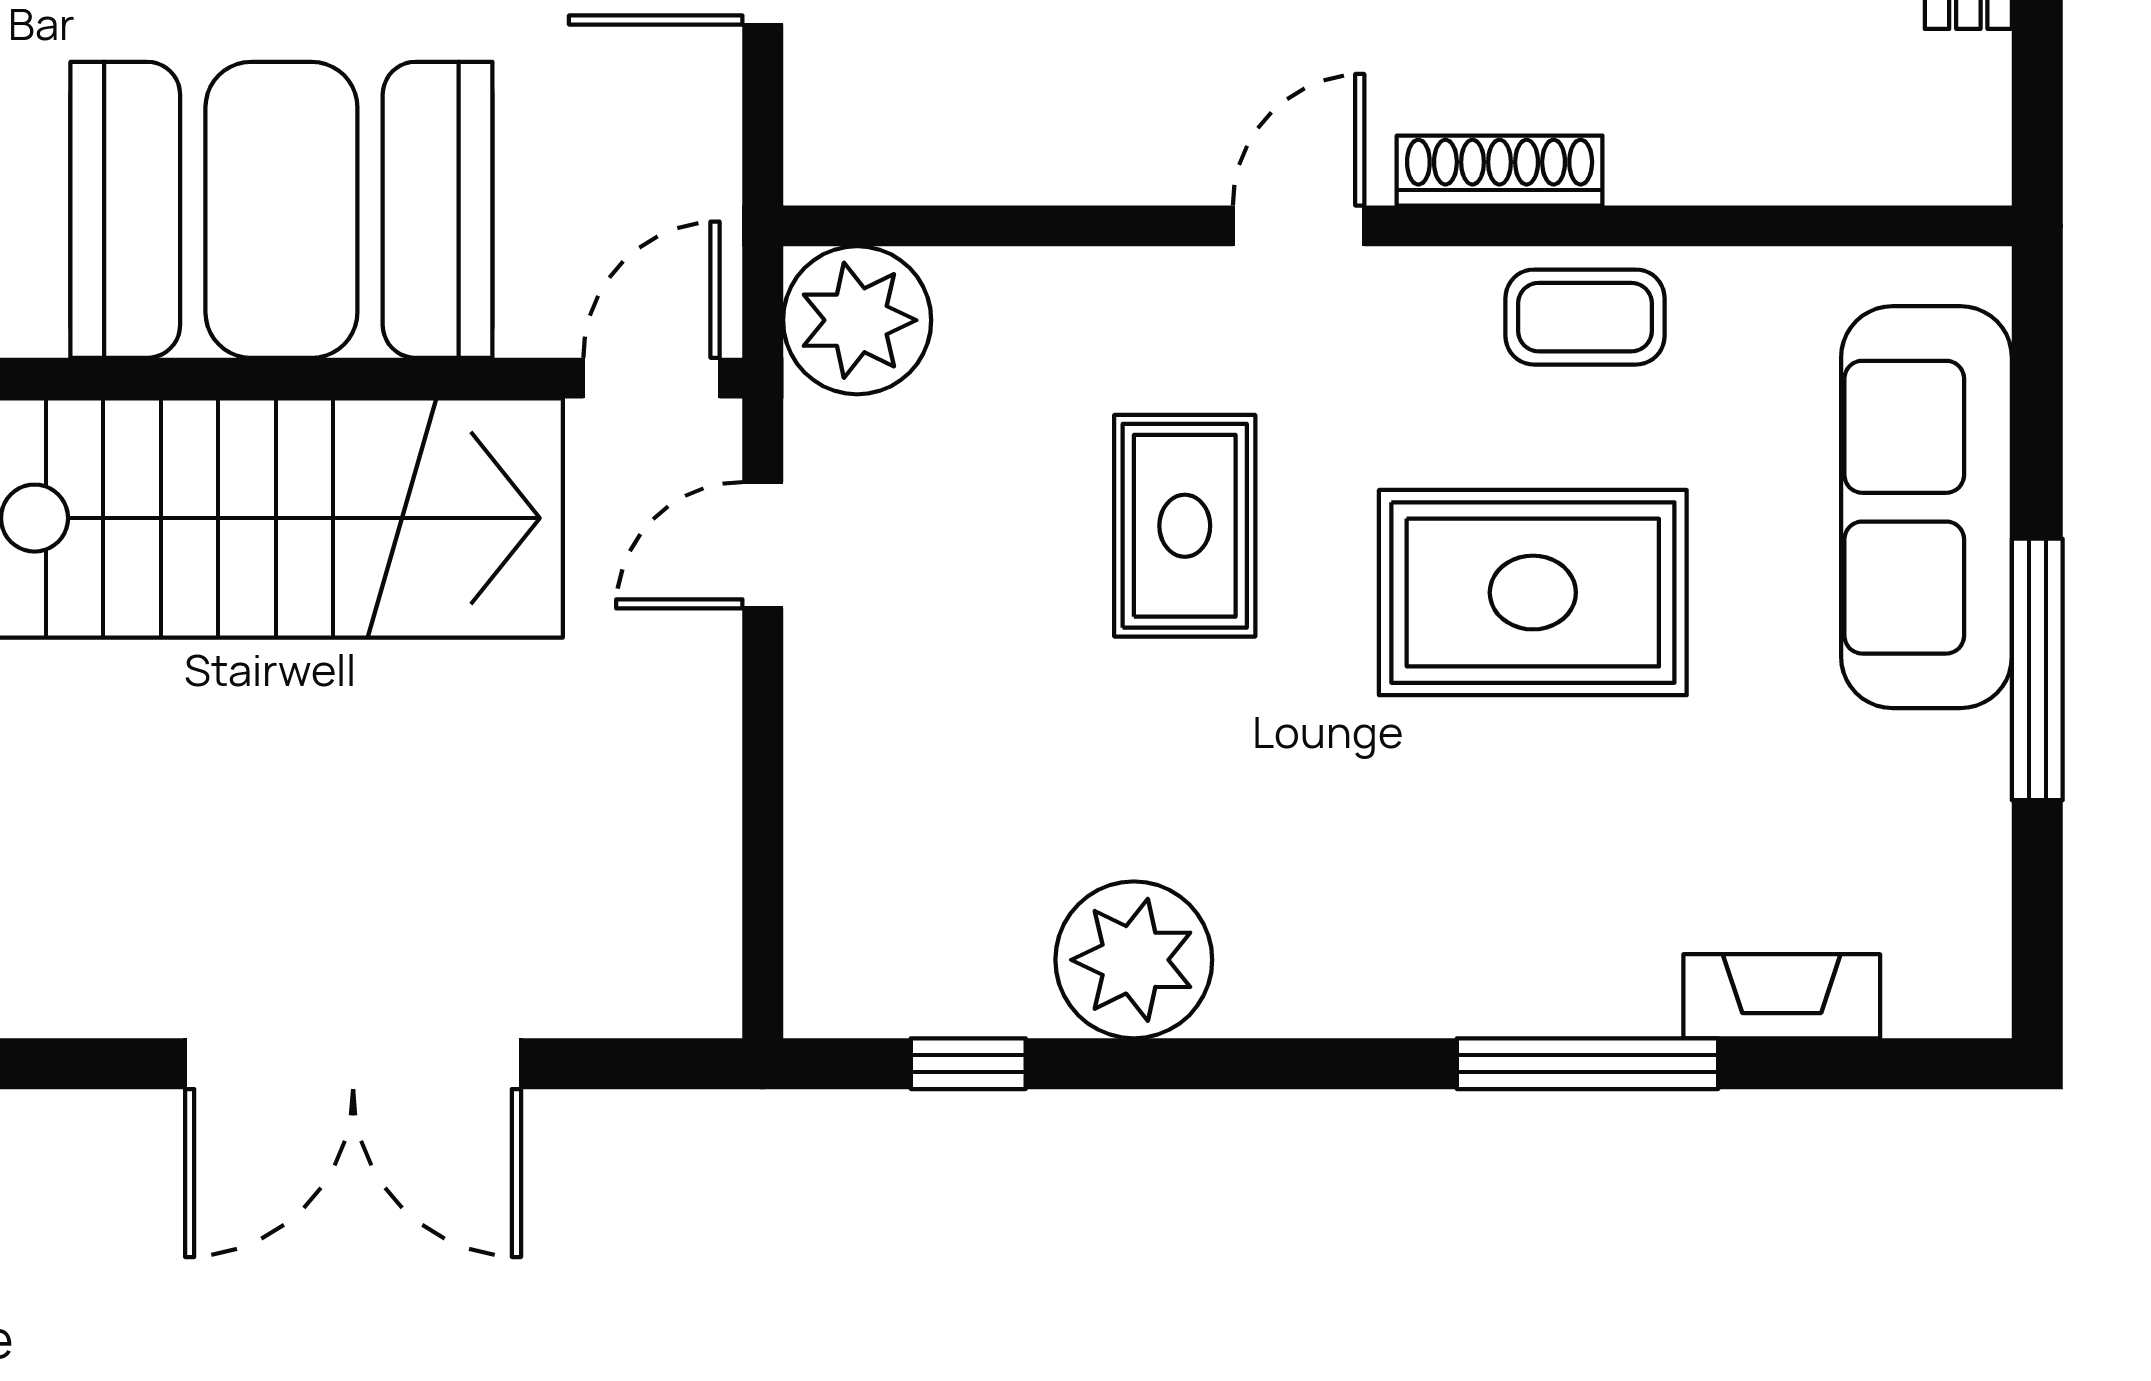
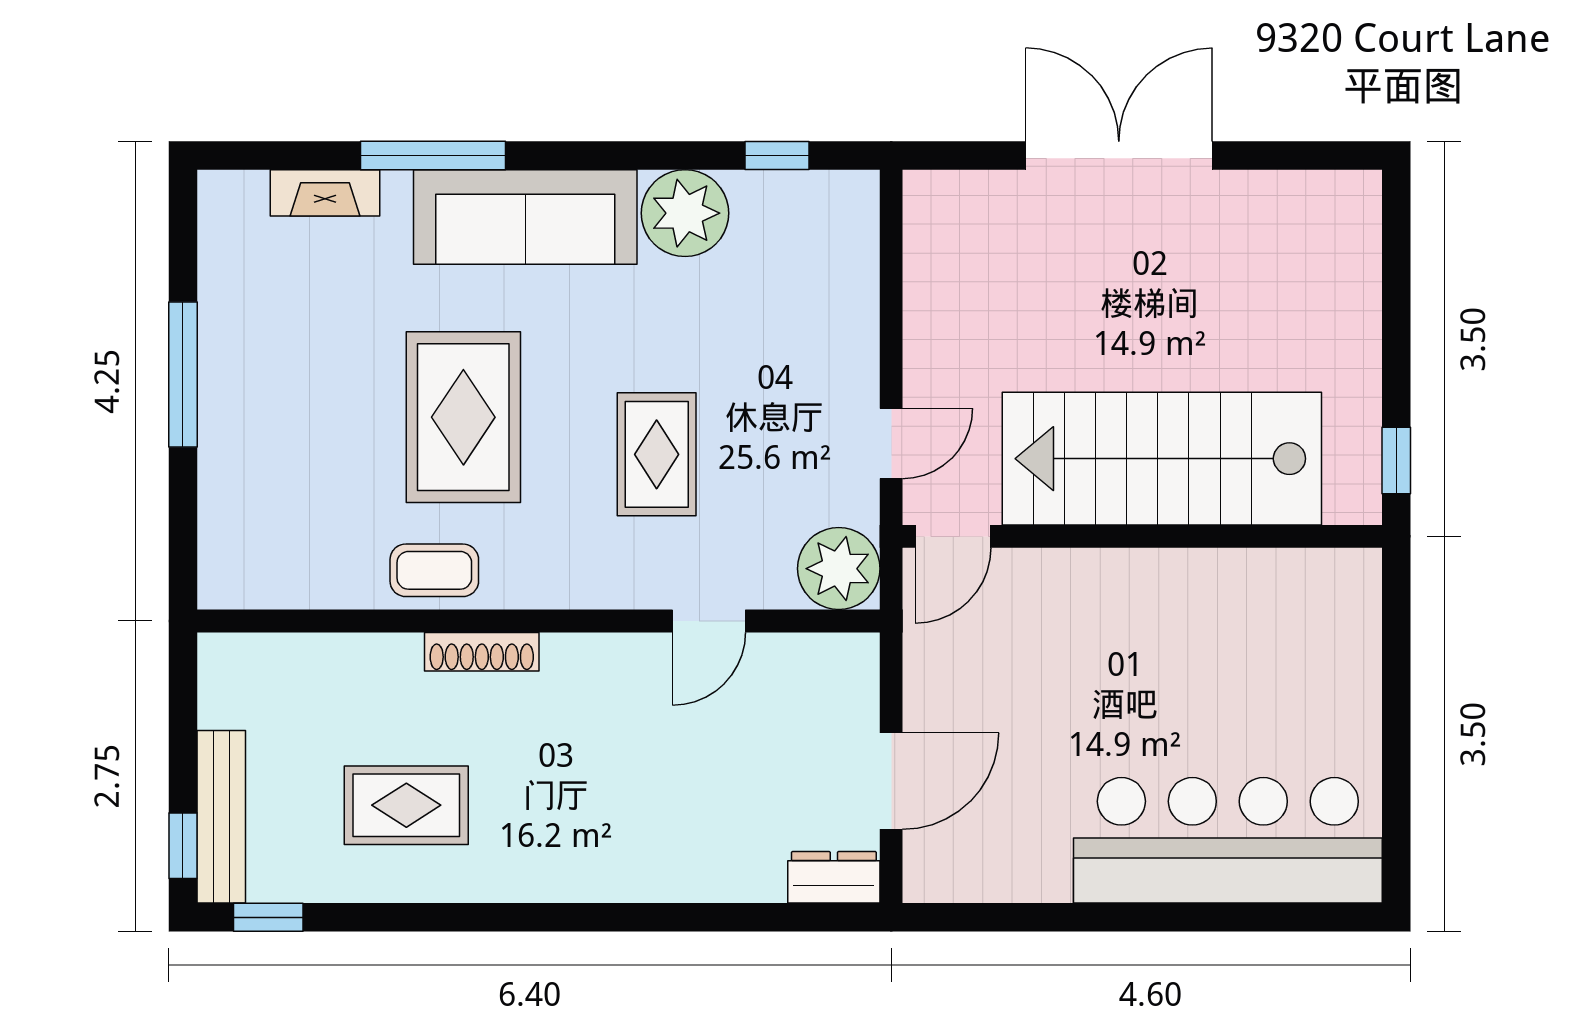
booth: (281, 210) -> (1159, 630), removed
door: (1299, 226) -> (709, 621), moved
sofa: (1926, 507) -> (525, 217), moved, turned 90
rug: (1533, 593) -> (463, 417), turned 90

